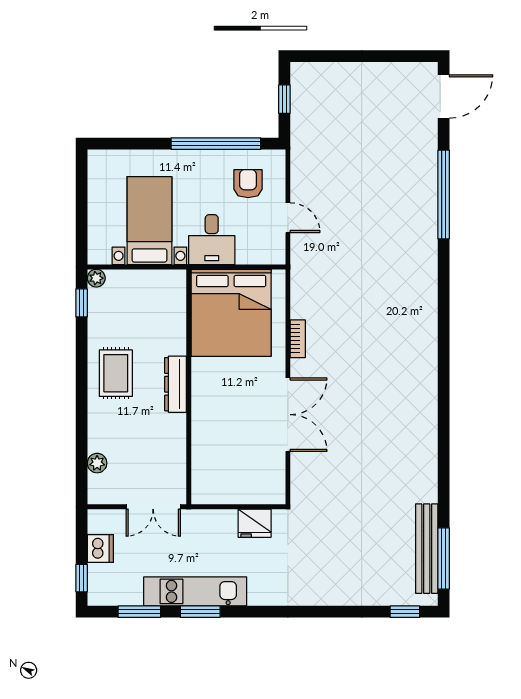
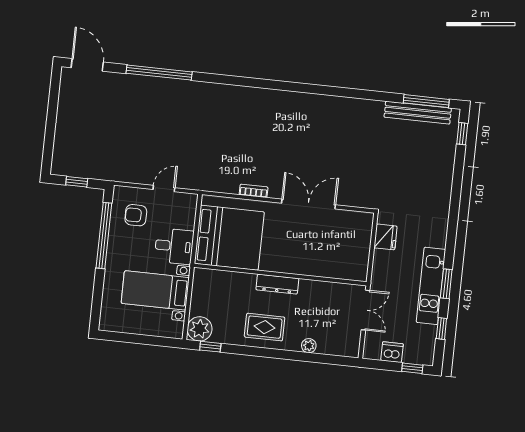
plant: (96, 278) -> (200, 329), width x1.88, depth x1.88
plant: (97, 463) -> (309, 346), moved
window: (139, 612) -> (441, 329), width x0.67

